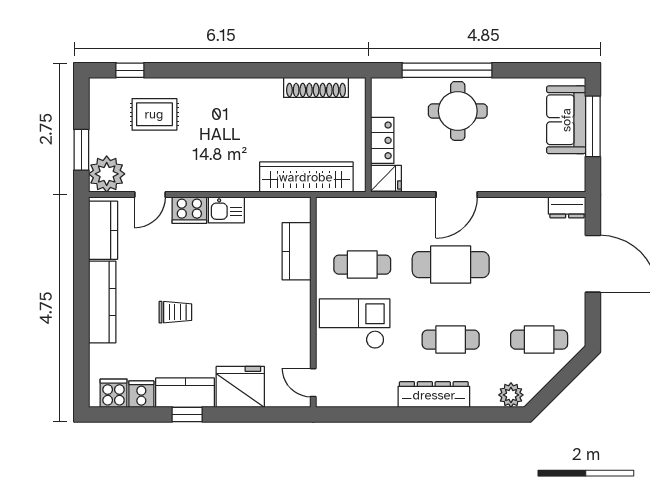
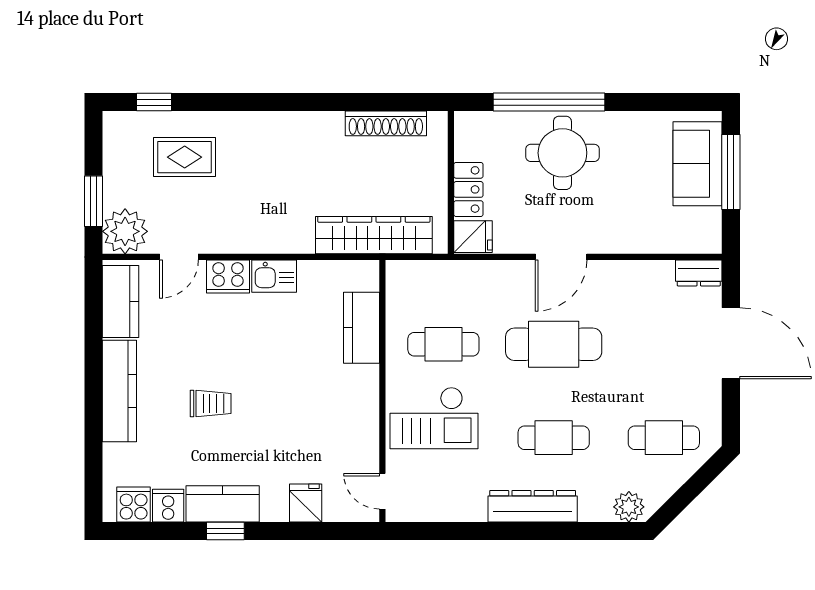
checkout: (355, 324) -> (434, 418), turned 180
fridge: (240, 387) -> (306, 503), width x0.53, depth x0.75

